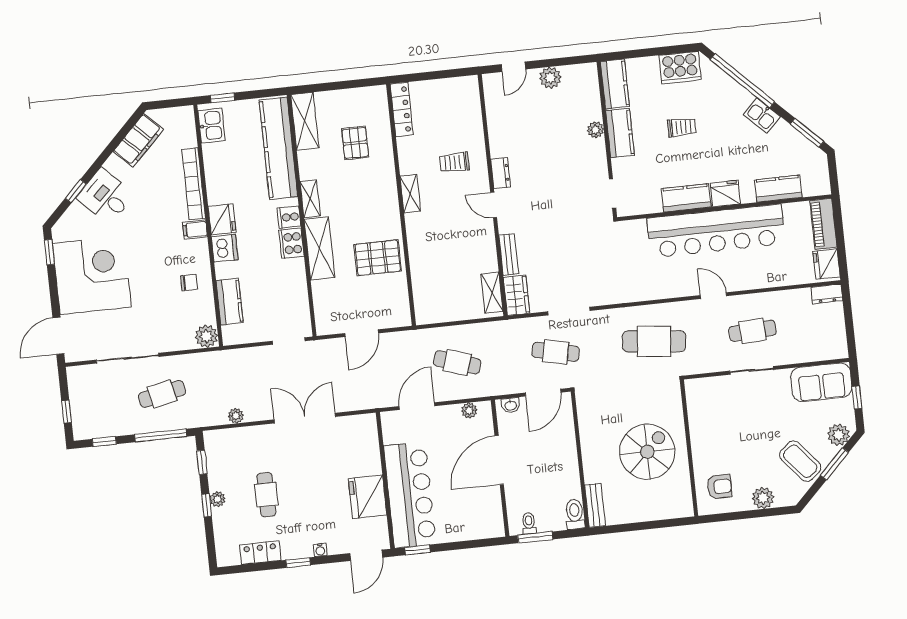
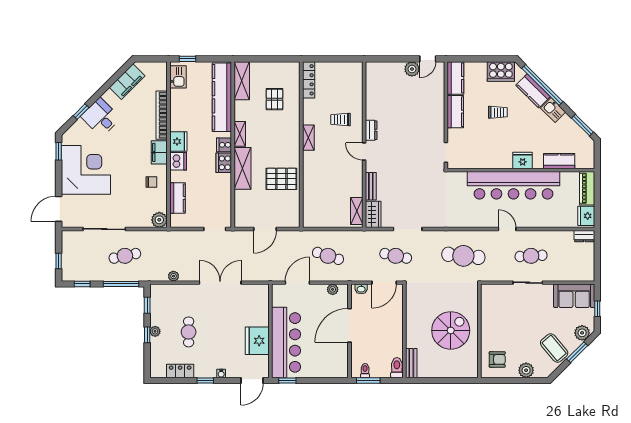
door: (513, 67) -> (428, 59), moved
plant: (595, 130) -> (439, 108), removed
kitchen counter: (686, 198) -> (533, 91), moved, turned -135
filing cabinet: (195, 230) -> (159, 152), width x2.00

